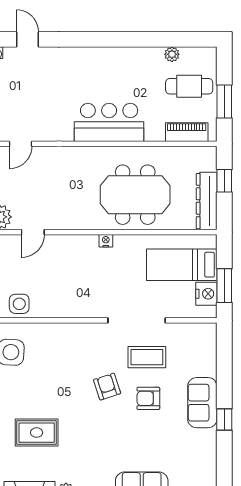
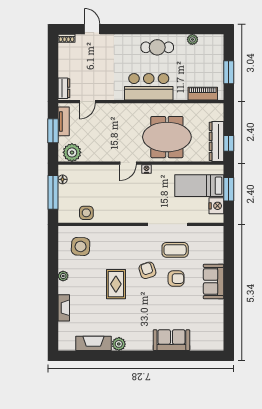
cafe table: (189, 86) -> (157, 47), moved
window: (224, 181) -> (229, 143), moved
door: (33, 232) -> (128, 163), moved
window: (224, 286) -> (229, 189), moved
armchair: (148, 398) -> (176, 279), turned 180
window: (224, 419) -> (229, 293), removed
rug: (37, 433) -> (116, 284), moved, turned 90

